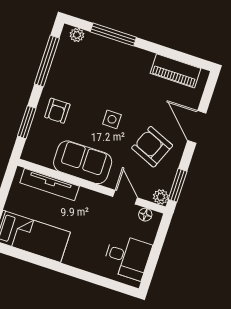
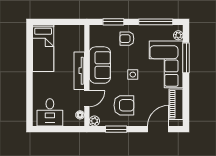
corner sofa: (113, 66) -> (166, 64), added
door: (197, 127) -> (158, 129), moved
armchair: (152, 147) -> (124, 105), turned 67
tv unit: (50, 184) -> (79, 71), moved
window: (178, 185) -> (116, 129), moved

